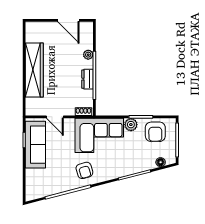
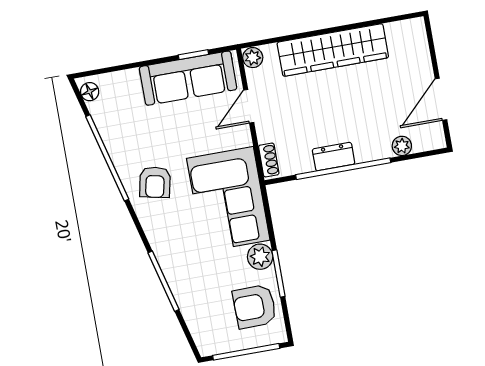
plant: (88, 55) -> (402, 146), moved
plant: (31, 111) -> (253, 58), added
floor lamp: (161, 162) -> (90, 92), moved
armchair: (84, 170) -> (155, 182), turned -61

